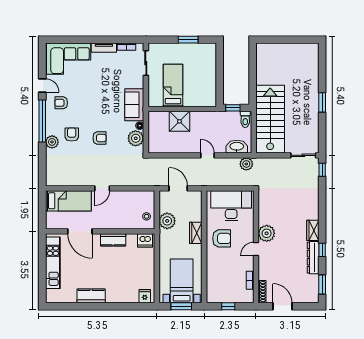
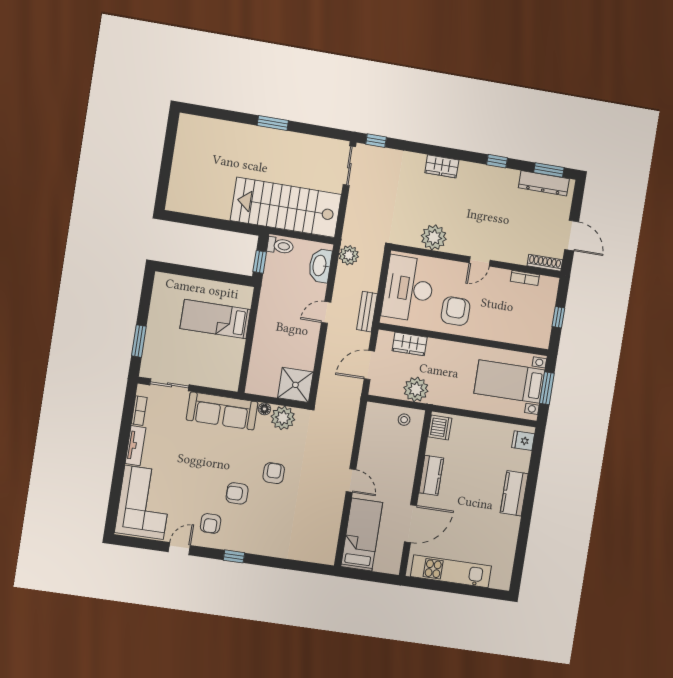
window: (188, 40) -> (139, 341), moved
bed: (173, 86) -> (215, 319), moved
sofa: (134, 105) -> (222, 411), width x1.36
window: (42, 121) -> (234, 556), width x0.32
shower: (180, 121) -> (295, 385), moved
armchair: (72, 135) -> (237, 493), moved
plant: (52, 142) -> (268, 546), removed
bench: (212, 181) -> (367, 312), added
wardrobe: (313, 230) -> (442, 166), moved
wardrobe: (196, 233) -> (410, 344), moved
plant: (267, 233) -> (434, 237), moved
door: (256, 249) -> (480, 261), hinge flipped
dresser: (313, 258) -> (544, 183), moved
kitchen counter: (91, 296) -> (514, 493), moved
door: (282, 306) -> (572, 236), swing flipped

